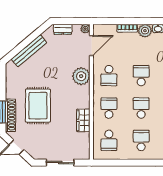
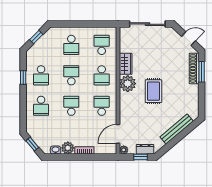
window: (68, 21) -> (140, 157), added
plant: (81, 76) -> (128, 84), moved
school desk: (141, 76) -> (71, 106), turned 180
rug: (38, 106) -> (153, 91), moved, width x0.73, depth x0.70
school desk: (141, 108) -> (71, 75), turned 180
sliding door: (60, 163) -> (147, 24), width x1.37

